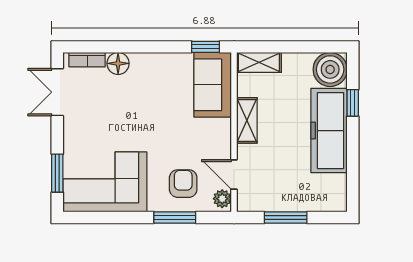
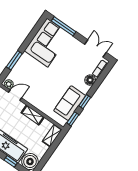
window: (162, 47) -> (85, 102), added
sofa: (213, 85) -> (70, 103), moved, turned -90
window: (57, 173) -> (64, 26), width x1.44
armchair: (183, 184) -> (25, 73), removed

